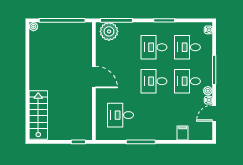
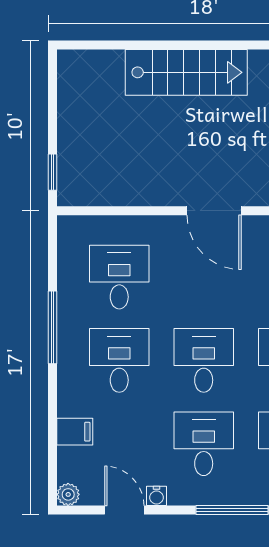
door: (94, 77) -> (214, 211), hinge flipped
plant: (208, 91) -> (68, 494), moved
stairs: (38, 115) -> (186, 72), moved
desk: (154, 115) -> (119, 360), added

